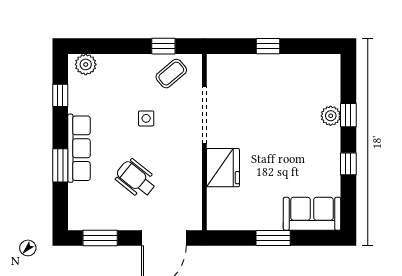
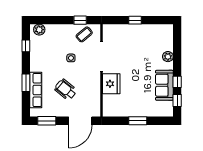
window: (348, 115) -> (177, 100), moved
row of seats: (79, 148) -> (36, 90), moved
sofa: (312, 214) -> (164, 85), moved, turned -90

